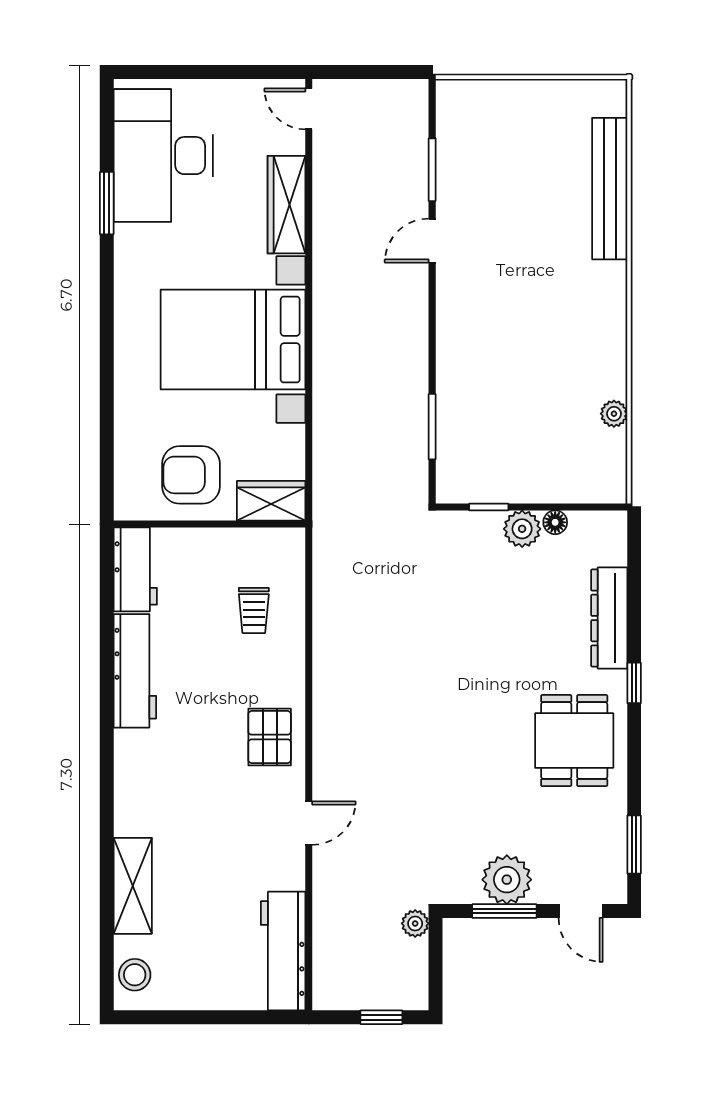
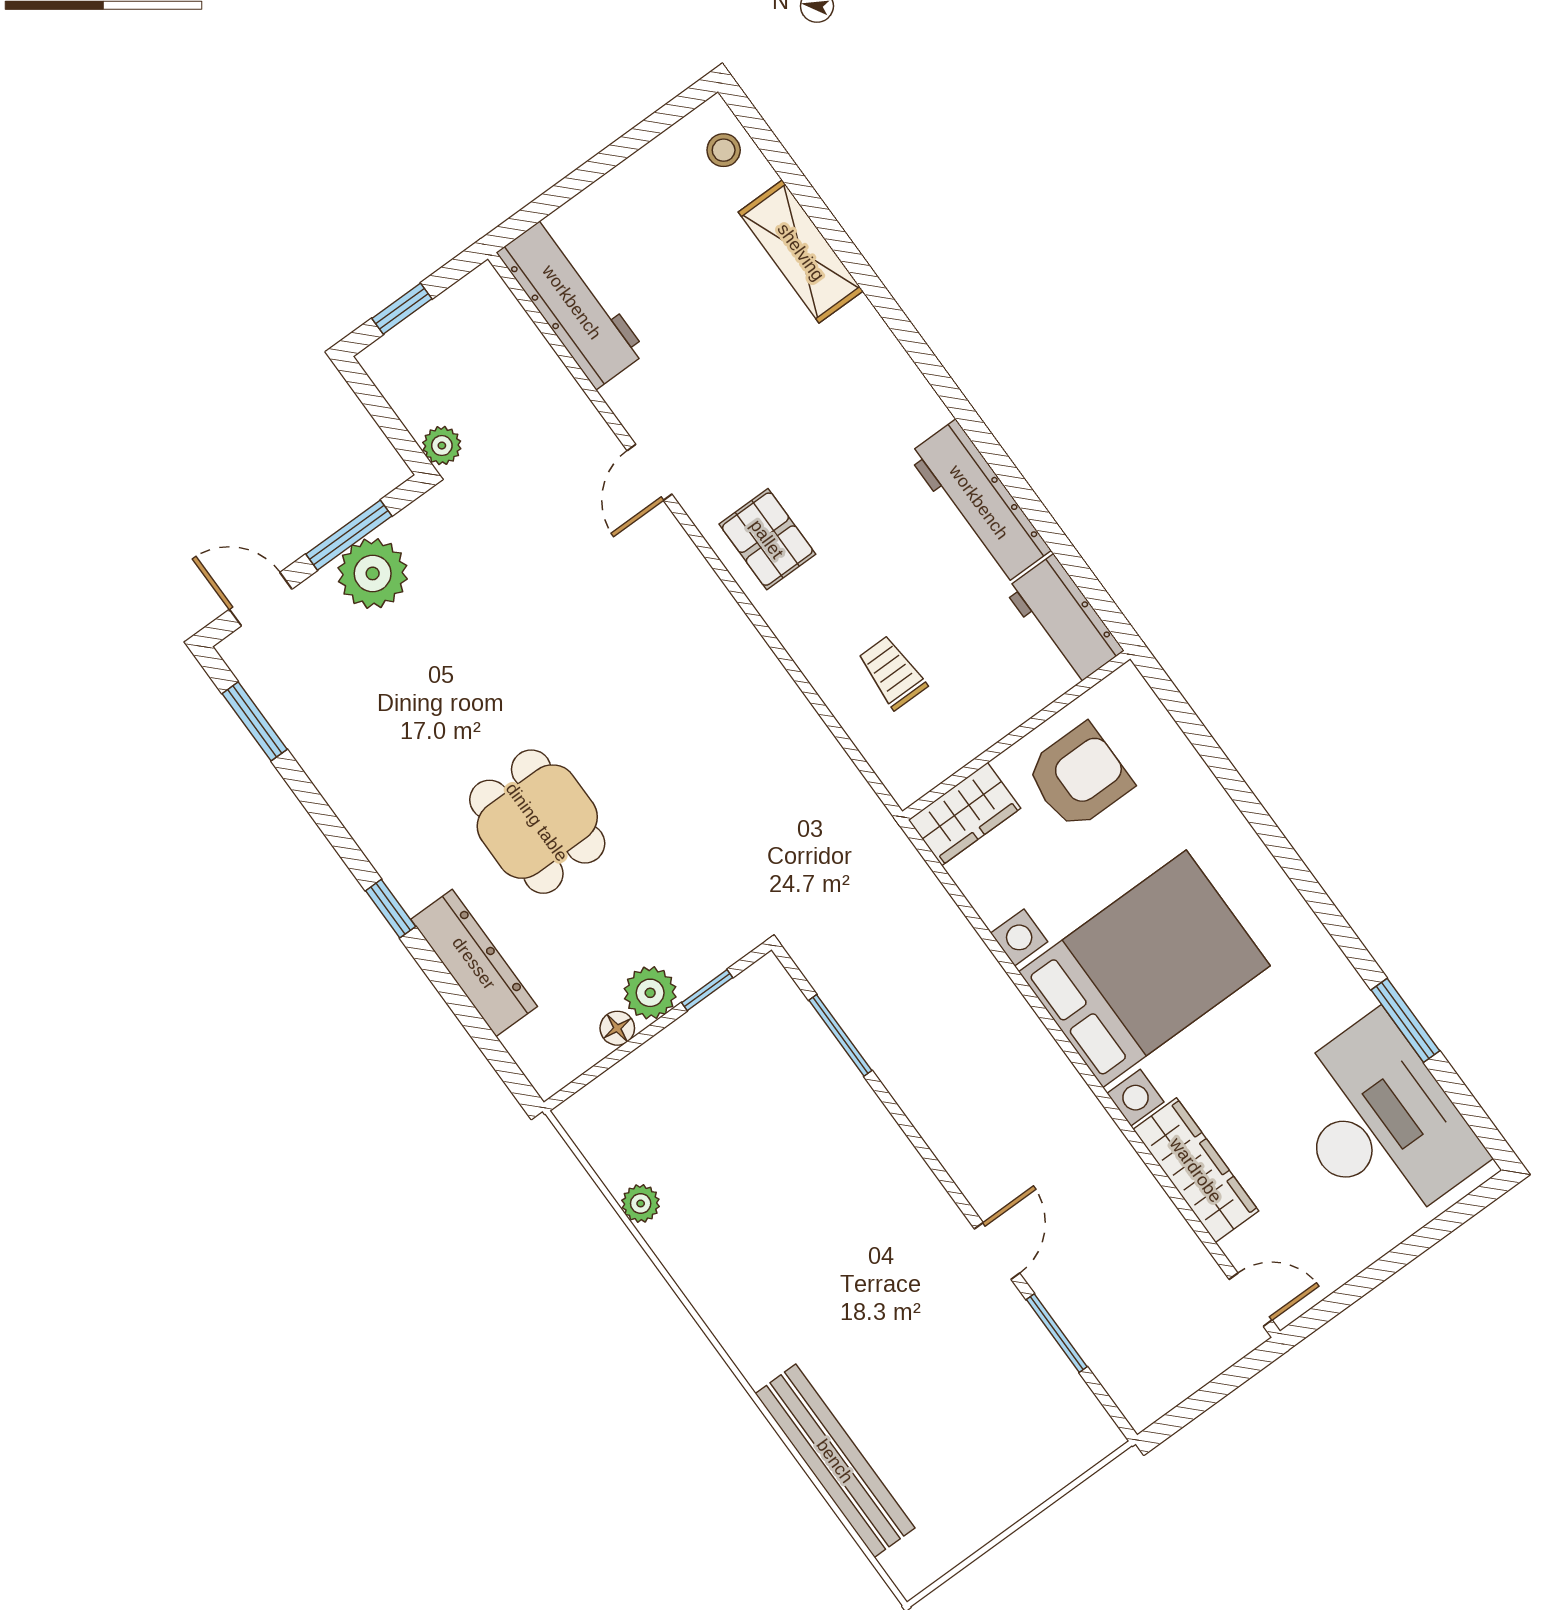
dining table: (574, 741) -> (537, 822), moved
stool: (135, 975) -> (724, 150), width x0.73, depth x0.73

